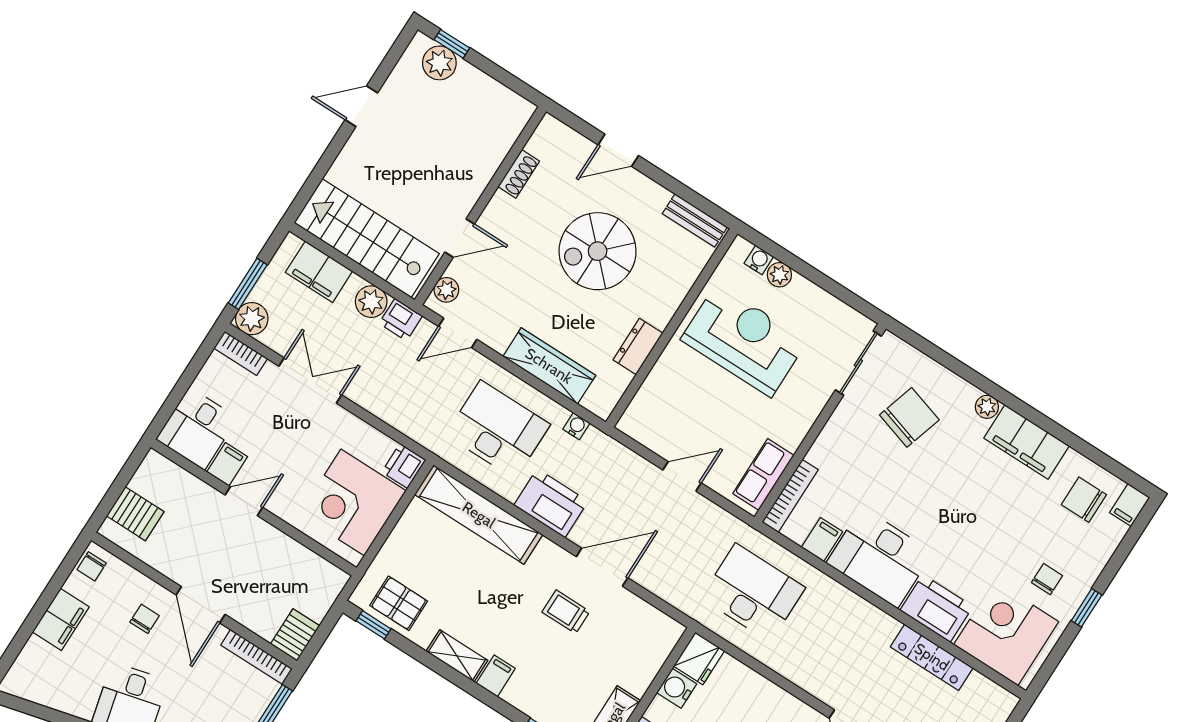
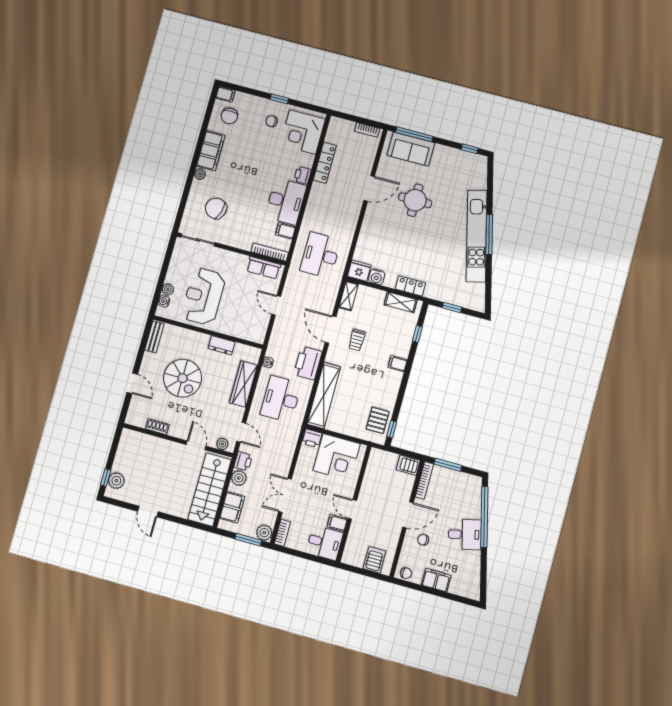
printer: (936, 608) -> (303, 175), width x0.53, depth x0.68
shelving: (457, 656) -> (349, 296), moved

